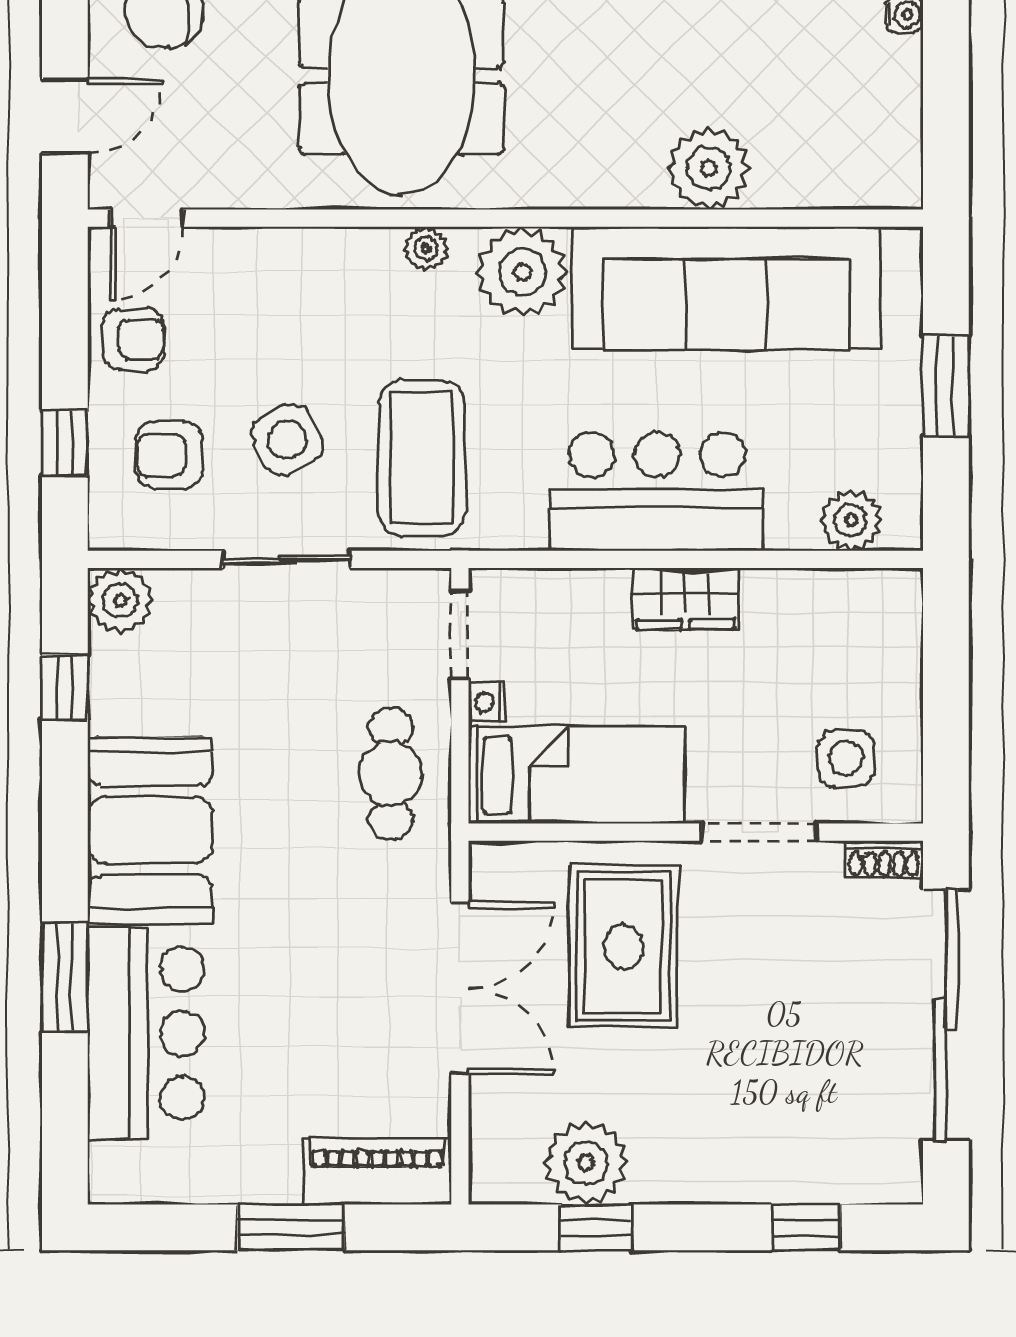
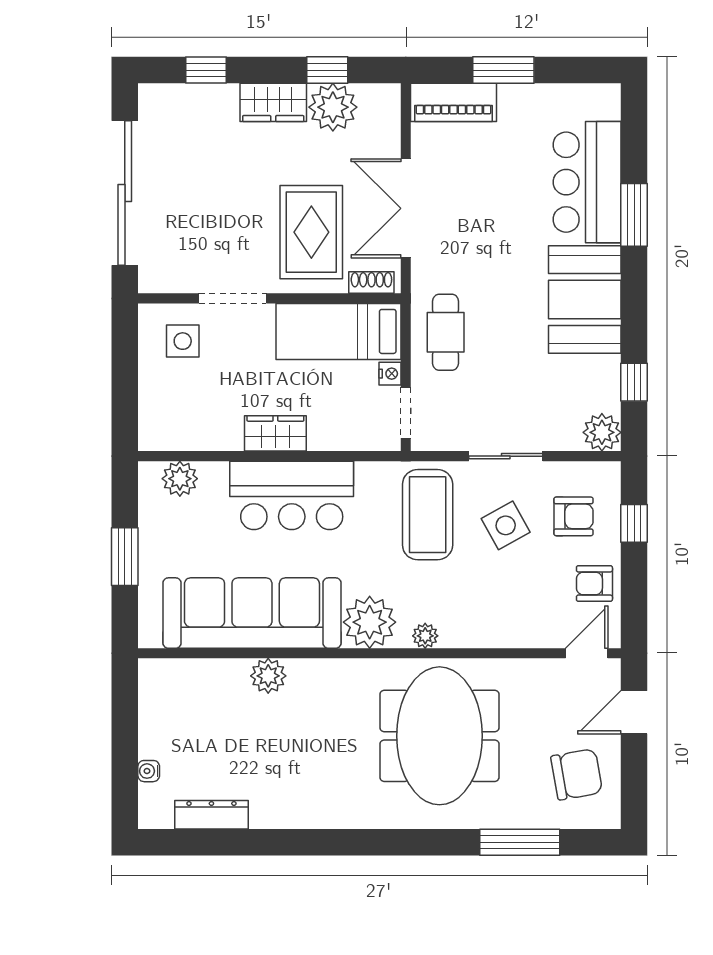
plant: (709, 168) -> (268, 676), width x0.73, depth x0.73
shoe rack: (884, 860) -> (371, 283), moved
wardrobe: (689, 1171) -> (273, 102), added

